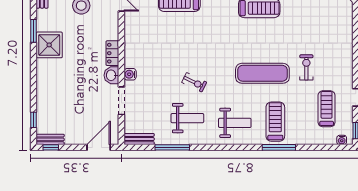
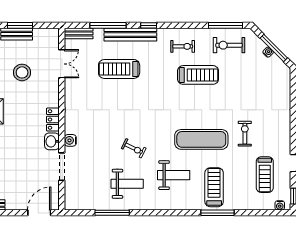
treadmill: (327, 109) -> (265, 175), turned 180
weight bench: (235, 123) -> (174, 175), moved
bench: (139, 139) -> (79, 204), removed

